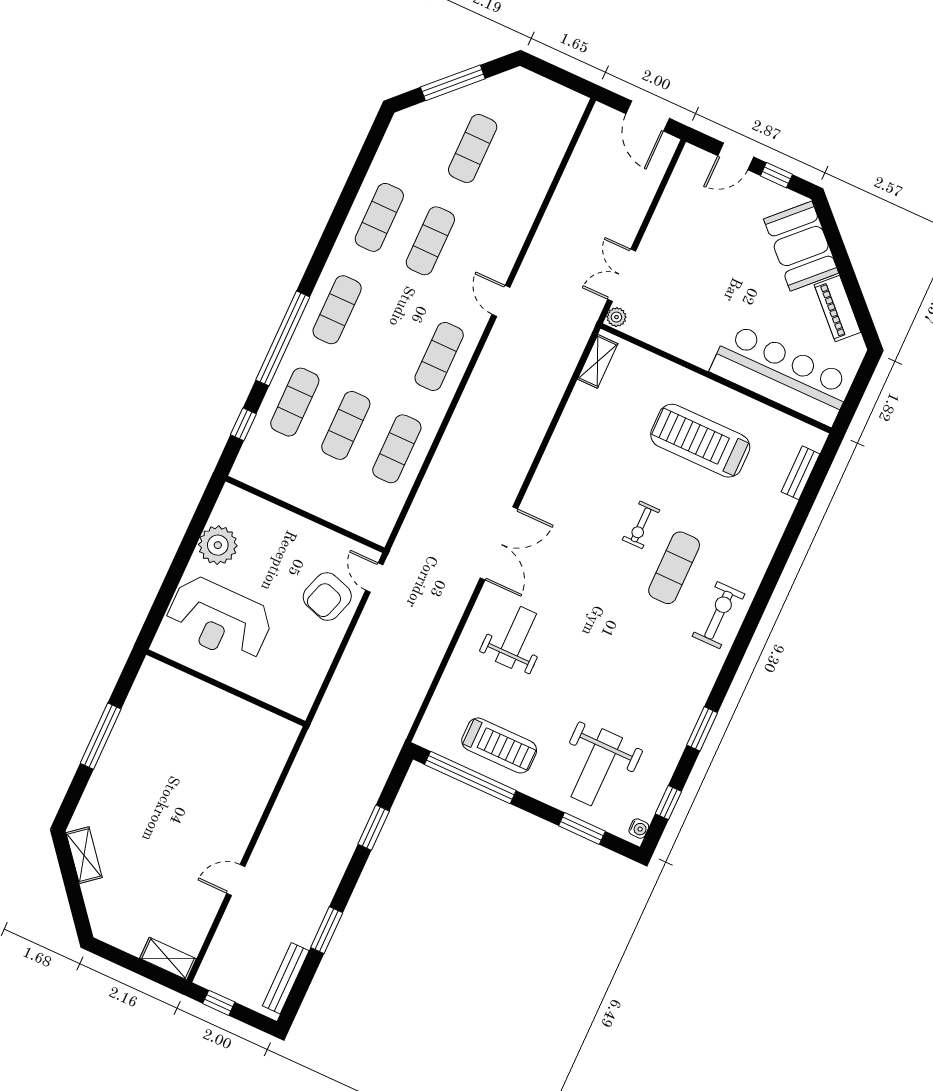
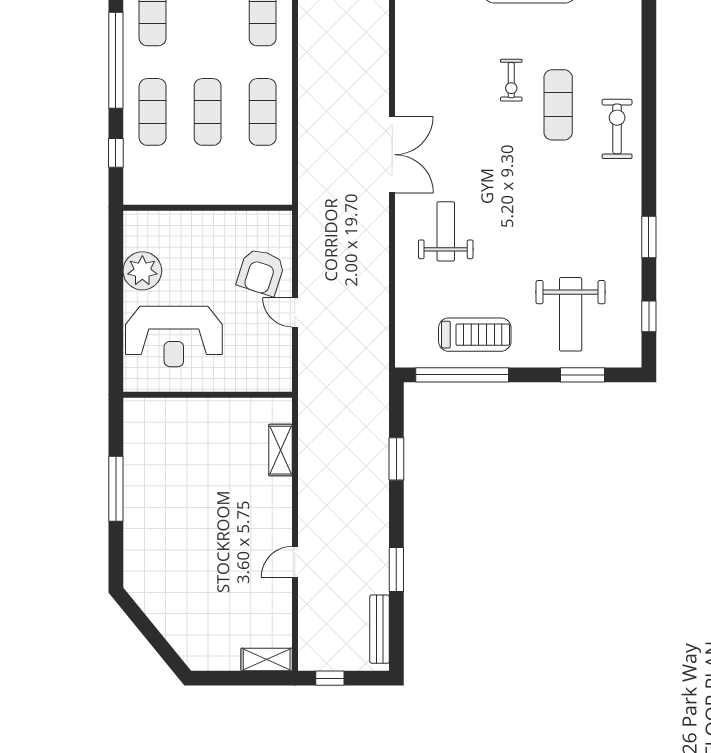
door: (374, 578) -> (295, 312), moved
water cooler: (639, 829) -> (633, 352), removed
shelving: (84, 855) -> (280, 450), moved, turned 39

